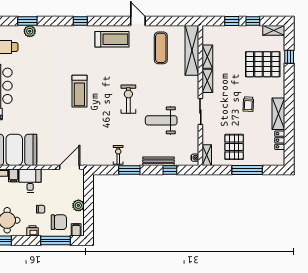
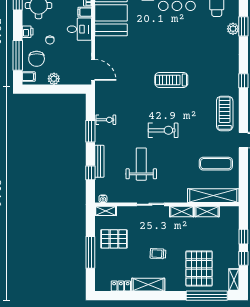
treadmill: (112, 39) -> (225, 113), turned 180
window: (289, 57) -> (207, 296), width x3.17

